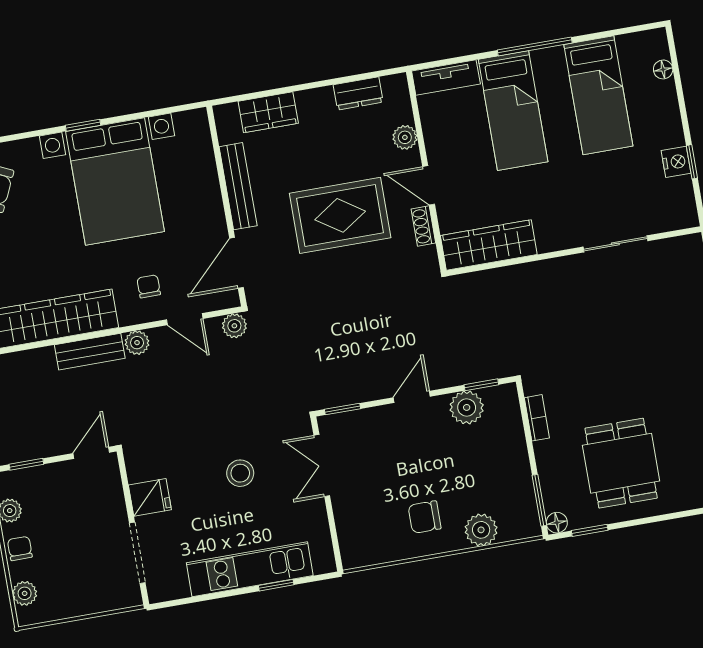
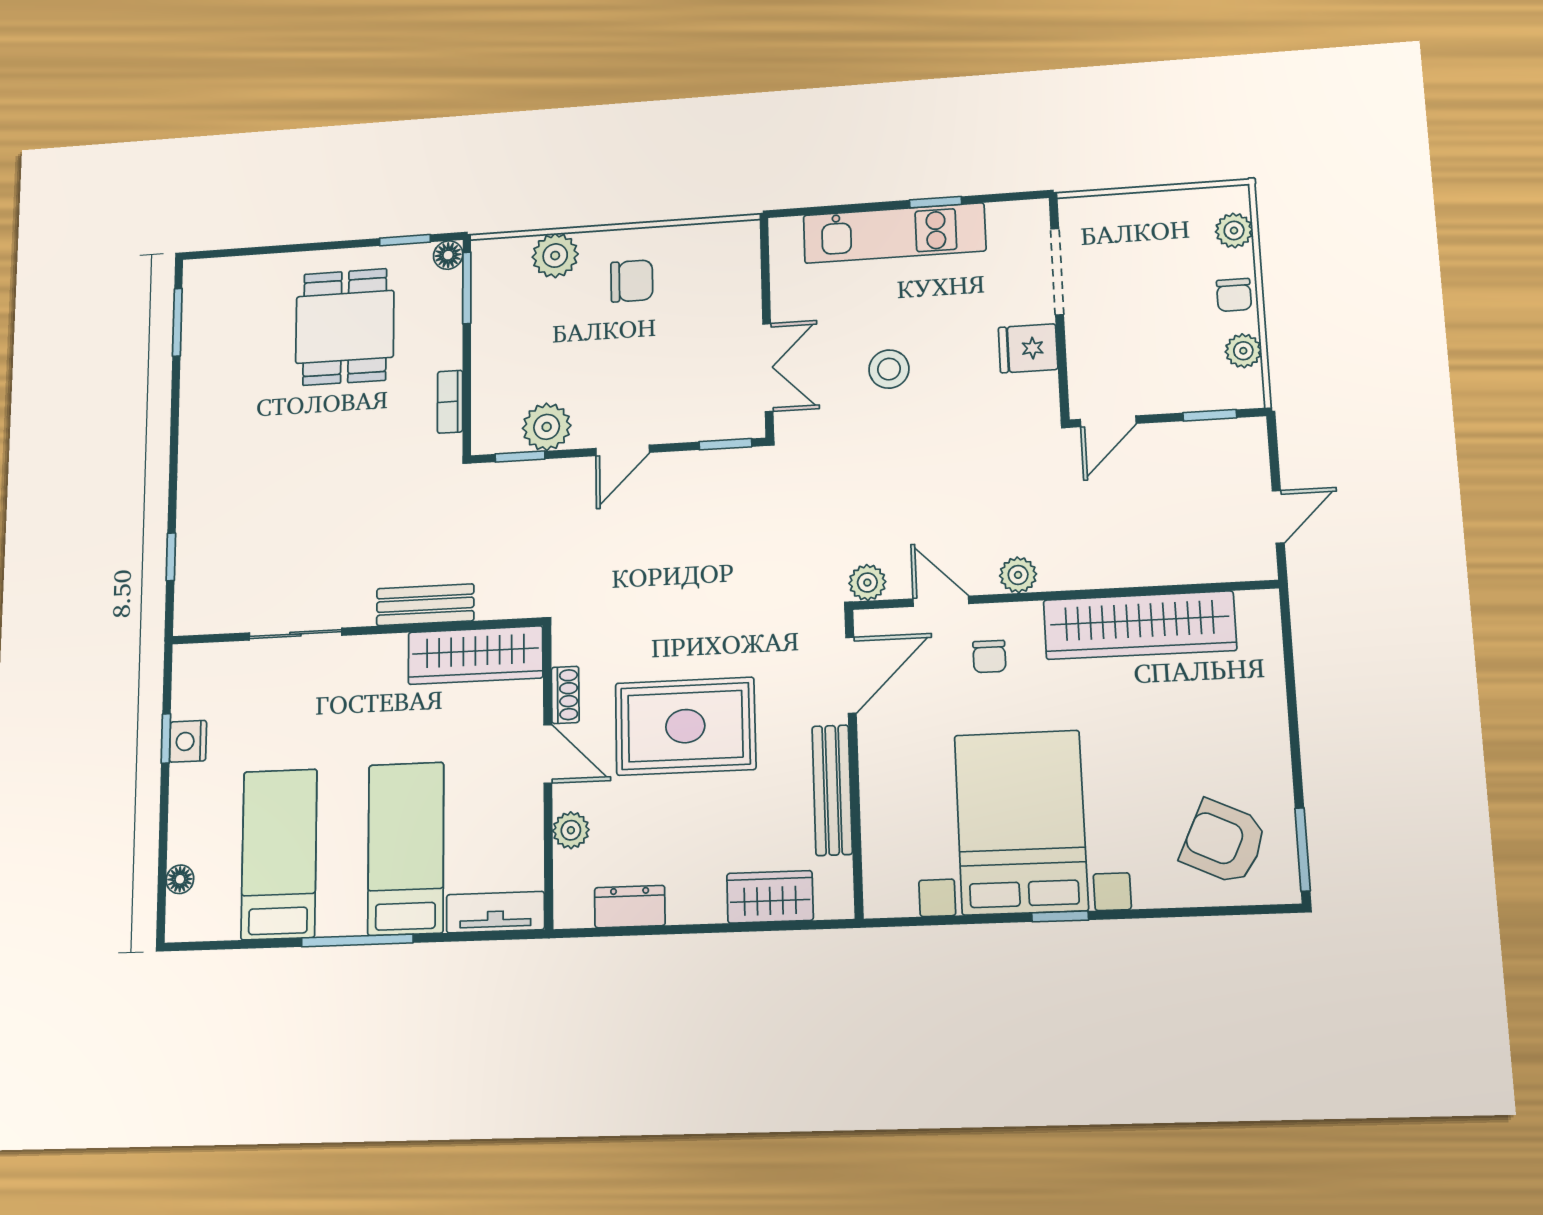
bench: (90, 352) -> (425, 605), moved
window: (276, 585) -> (936, 202), moved

